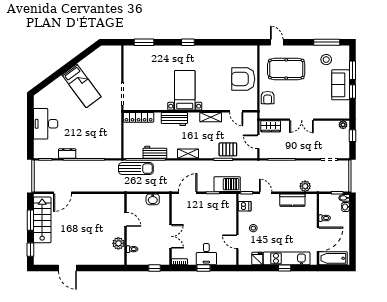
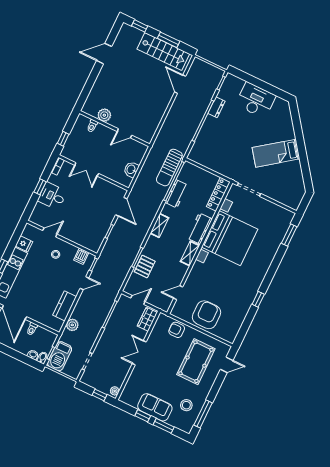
window: (188, 42) -> (258, 299), moved
bed with nightstands: (185, 90) -> (230, 238), width x1.85
shelving: (211, 117) -> (190, 253), moved
barbecue: (227, 184) -> (60, 356), moved

